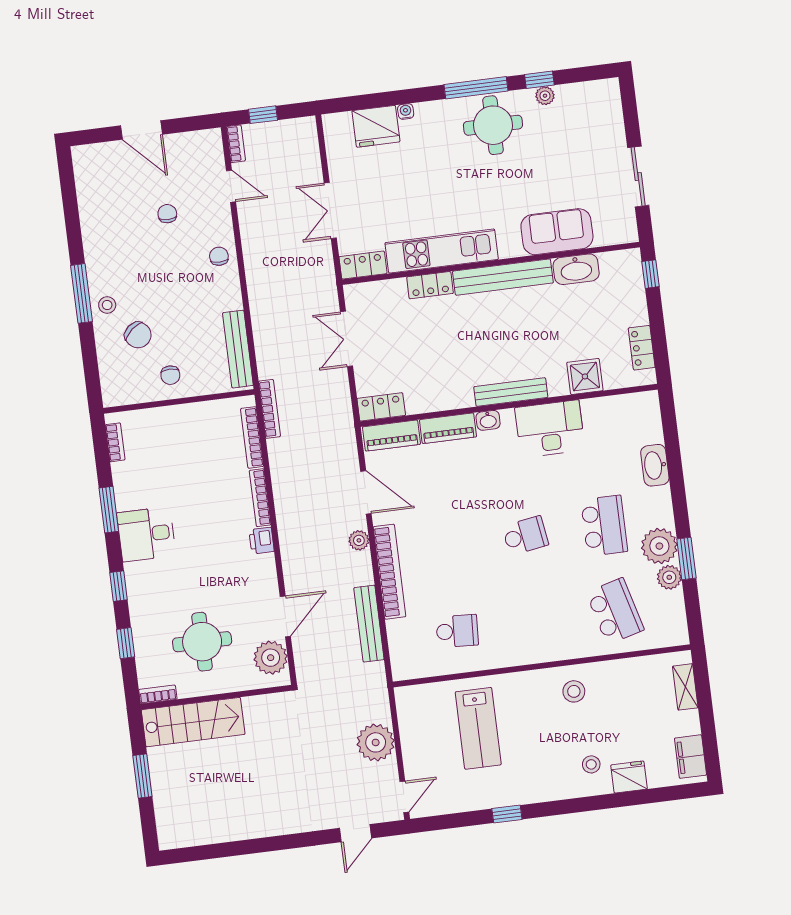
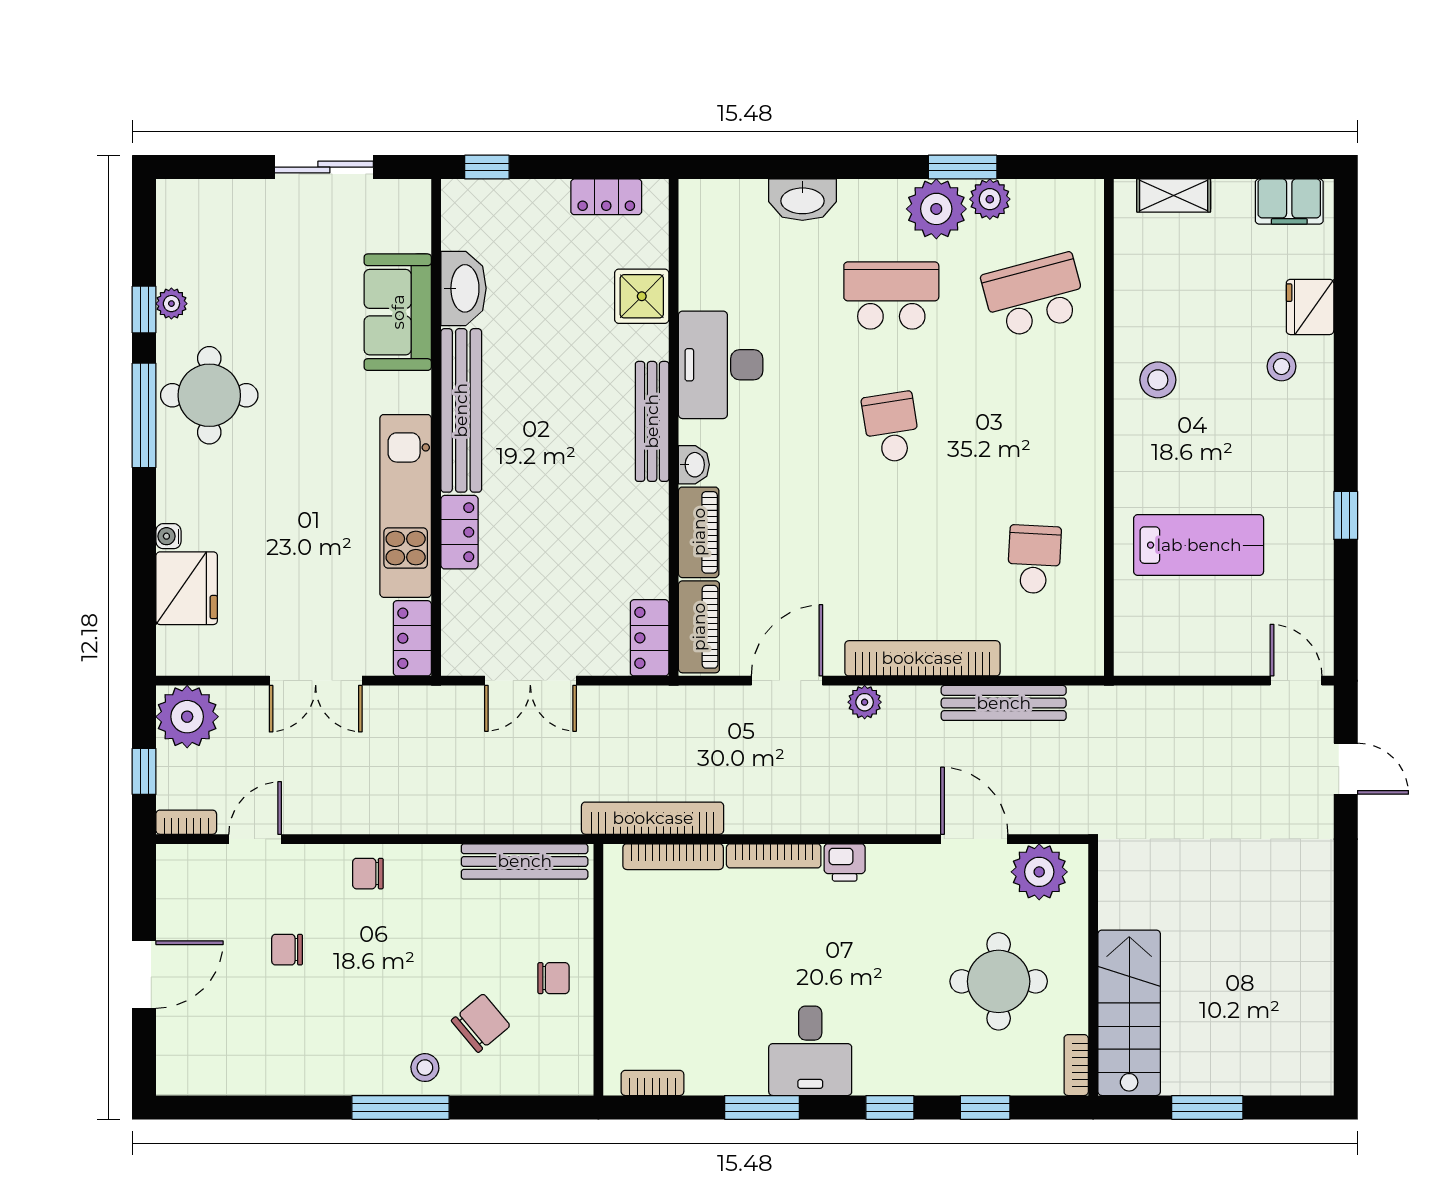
bookcase: (269, 409) -> (653, 818), width x1.48, depth x1.31
plant: (376, 742) -> (187, 717), moved

